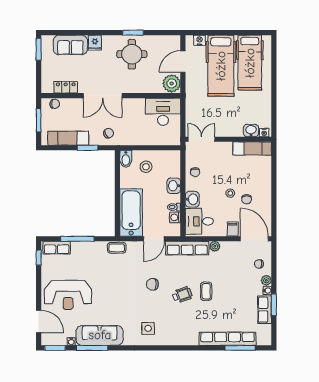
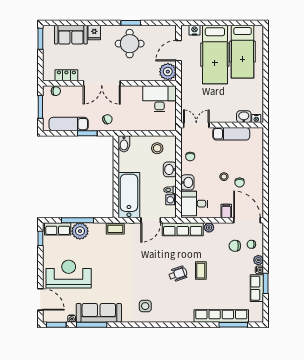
exam couch: (252, 148) -> (231, 134), moved
stool: (146, 167) -> (157, 148), moved
plant: (80, 250) -> (80, 231), added
chair: (152, 284) -> (235, 246), moved
reception desk: (68, 295) -> (69, 274), turned 180

